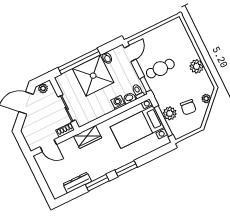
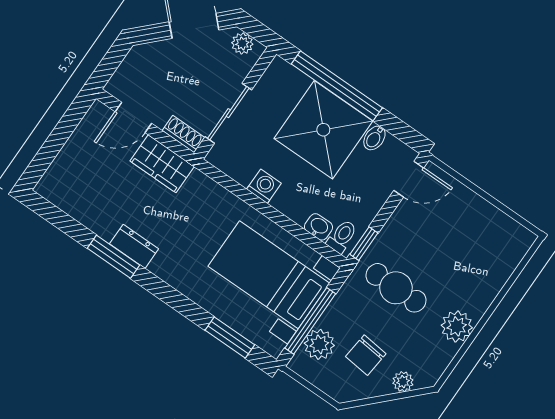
cafe table: (160, 69) -> (396, 288), moved
washing machine: (118, 103) -> (264, 186), moved
plant: (170, 113) -> (319, 344), moved
wardrobe: (87, 137) -> (162, 164), moved
door: (48, 146) -> (133, 117), hinge flipped
window: (126, 169) -> (230, 338), moved
dresser: (77, 183) -> (134, 246), moved, width x0.70

